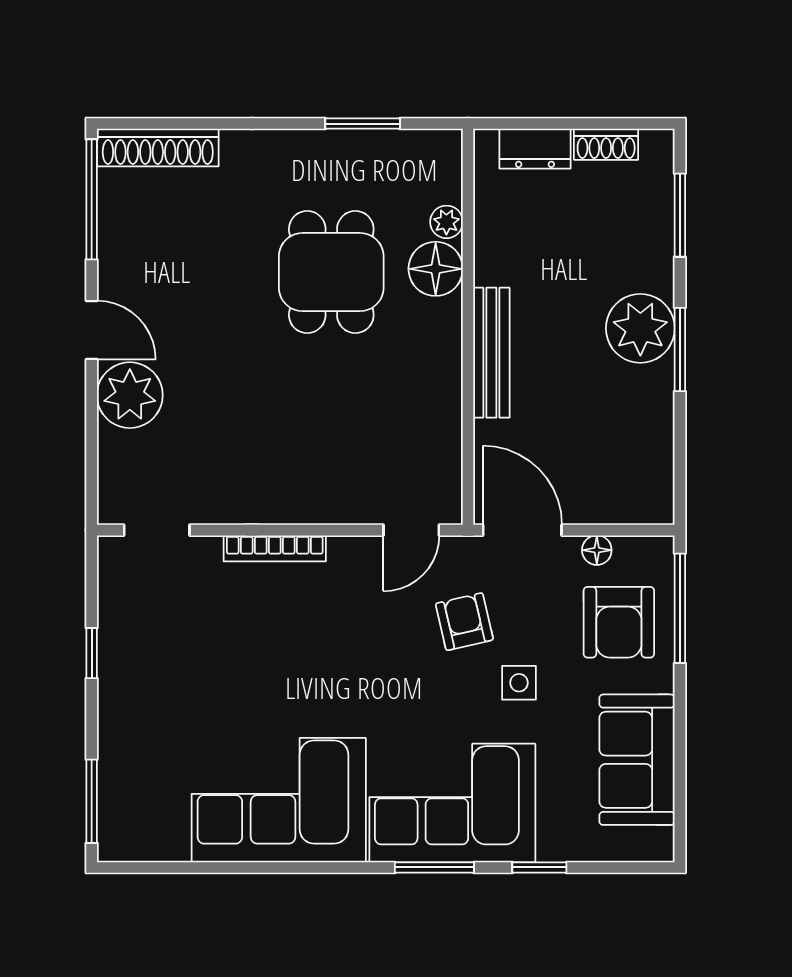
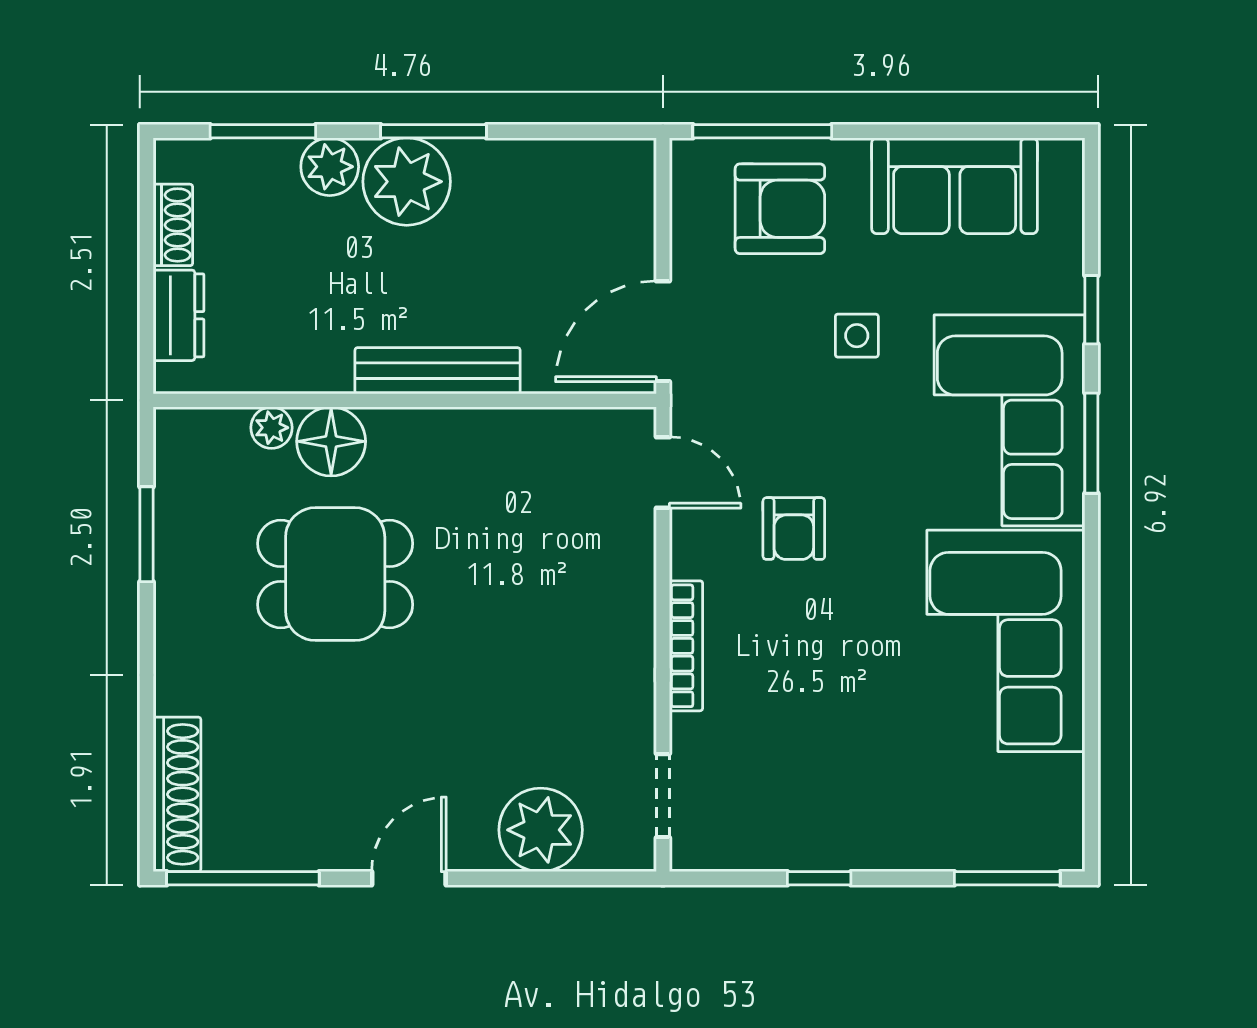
plant: (652, 268) -> (330, 167), added
plant: (130, 395) -> (541, 830), moved
floor lamp: (597, 550) -> (688, 237), removed
armchair: (464, 622) -> (794, 529), moved, turned -77

